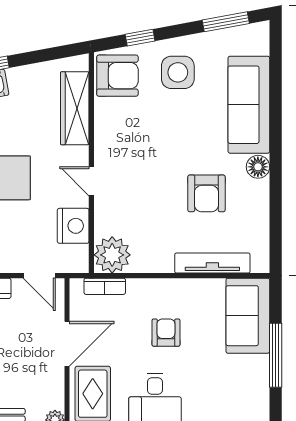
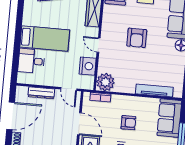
armchair: (206, 193) -> (137, 38), moved
armchair: (166, 333) -> (128, 123), turned 90
door: (67, 344) -> (79, 124), hinge flipped

